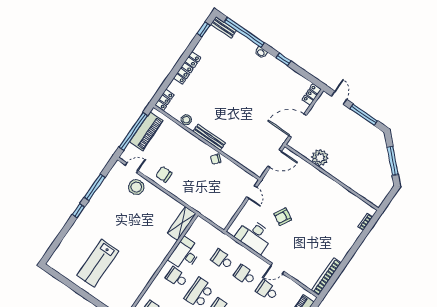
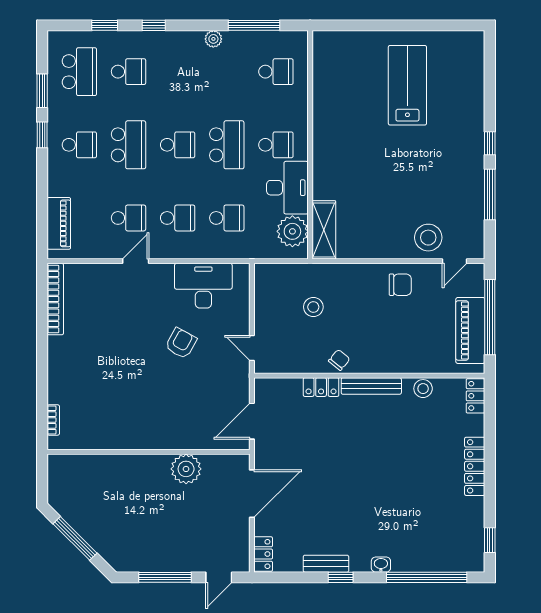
bench: (224, 27) -> (326, 564), moved
door: (339, 98) -> (219, 577), hinge flipped
locker: (232, 153) -> (321, 387), added
stool: (211, 192) -> (313, 307), added
plant: (196, 233) -> (292, 231), added

